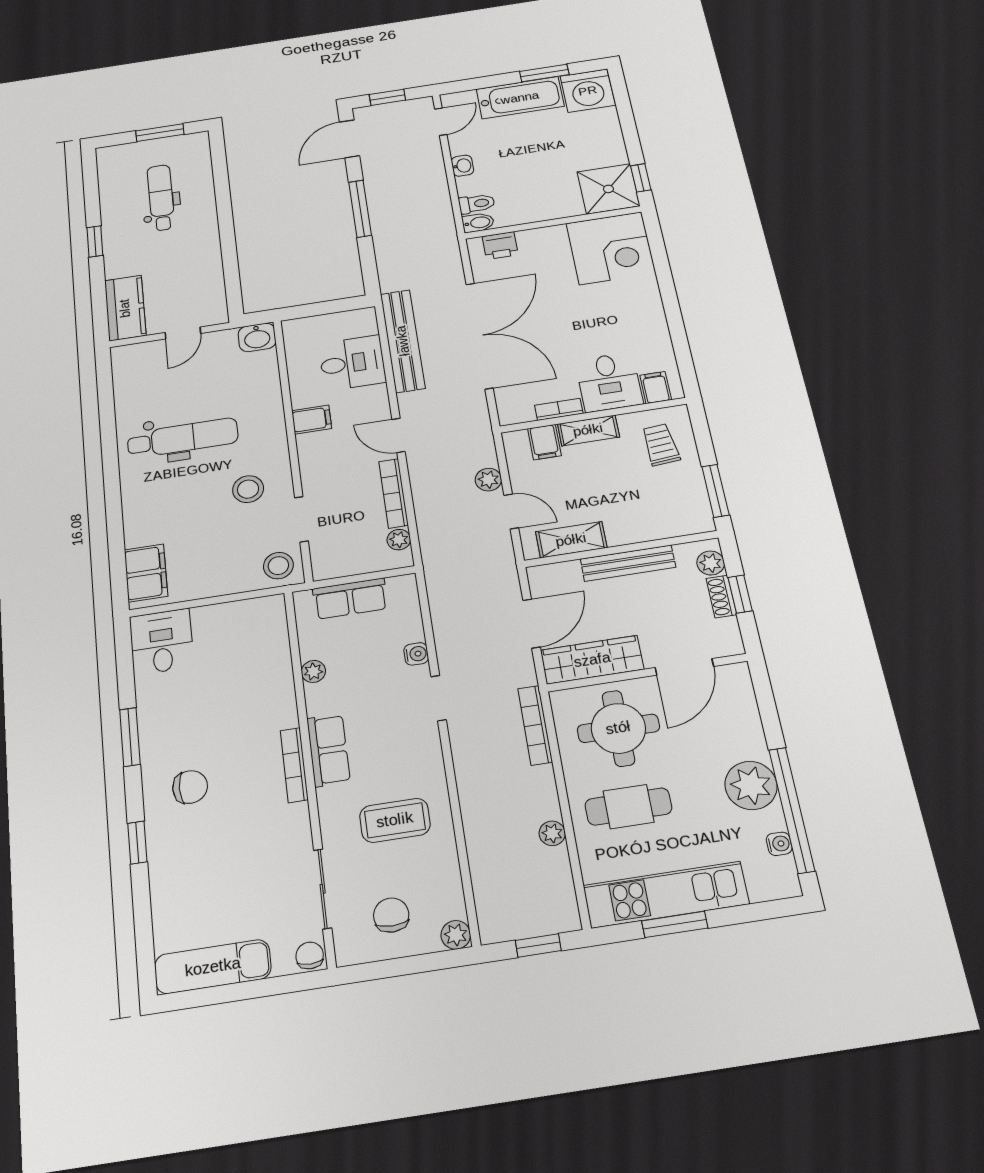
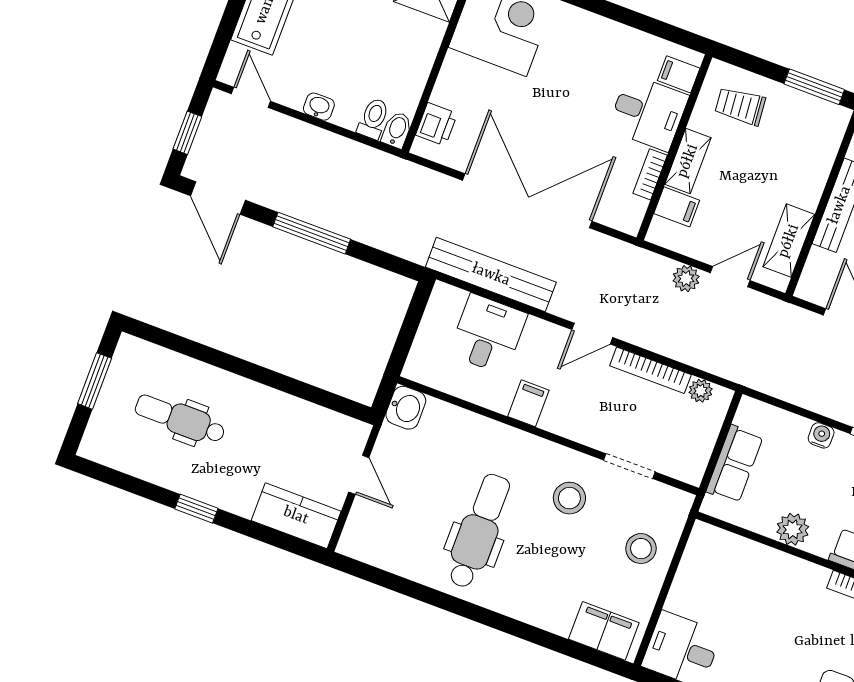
stool: (278, 566) -> (641, 549), moved
plant: (313, 671) -> (793, 529), width x1.38, depth x1.38

